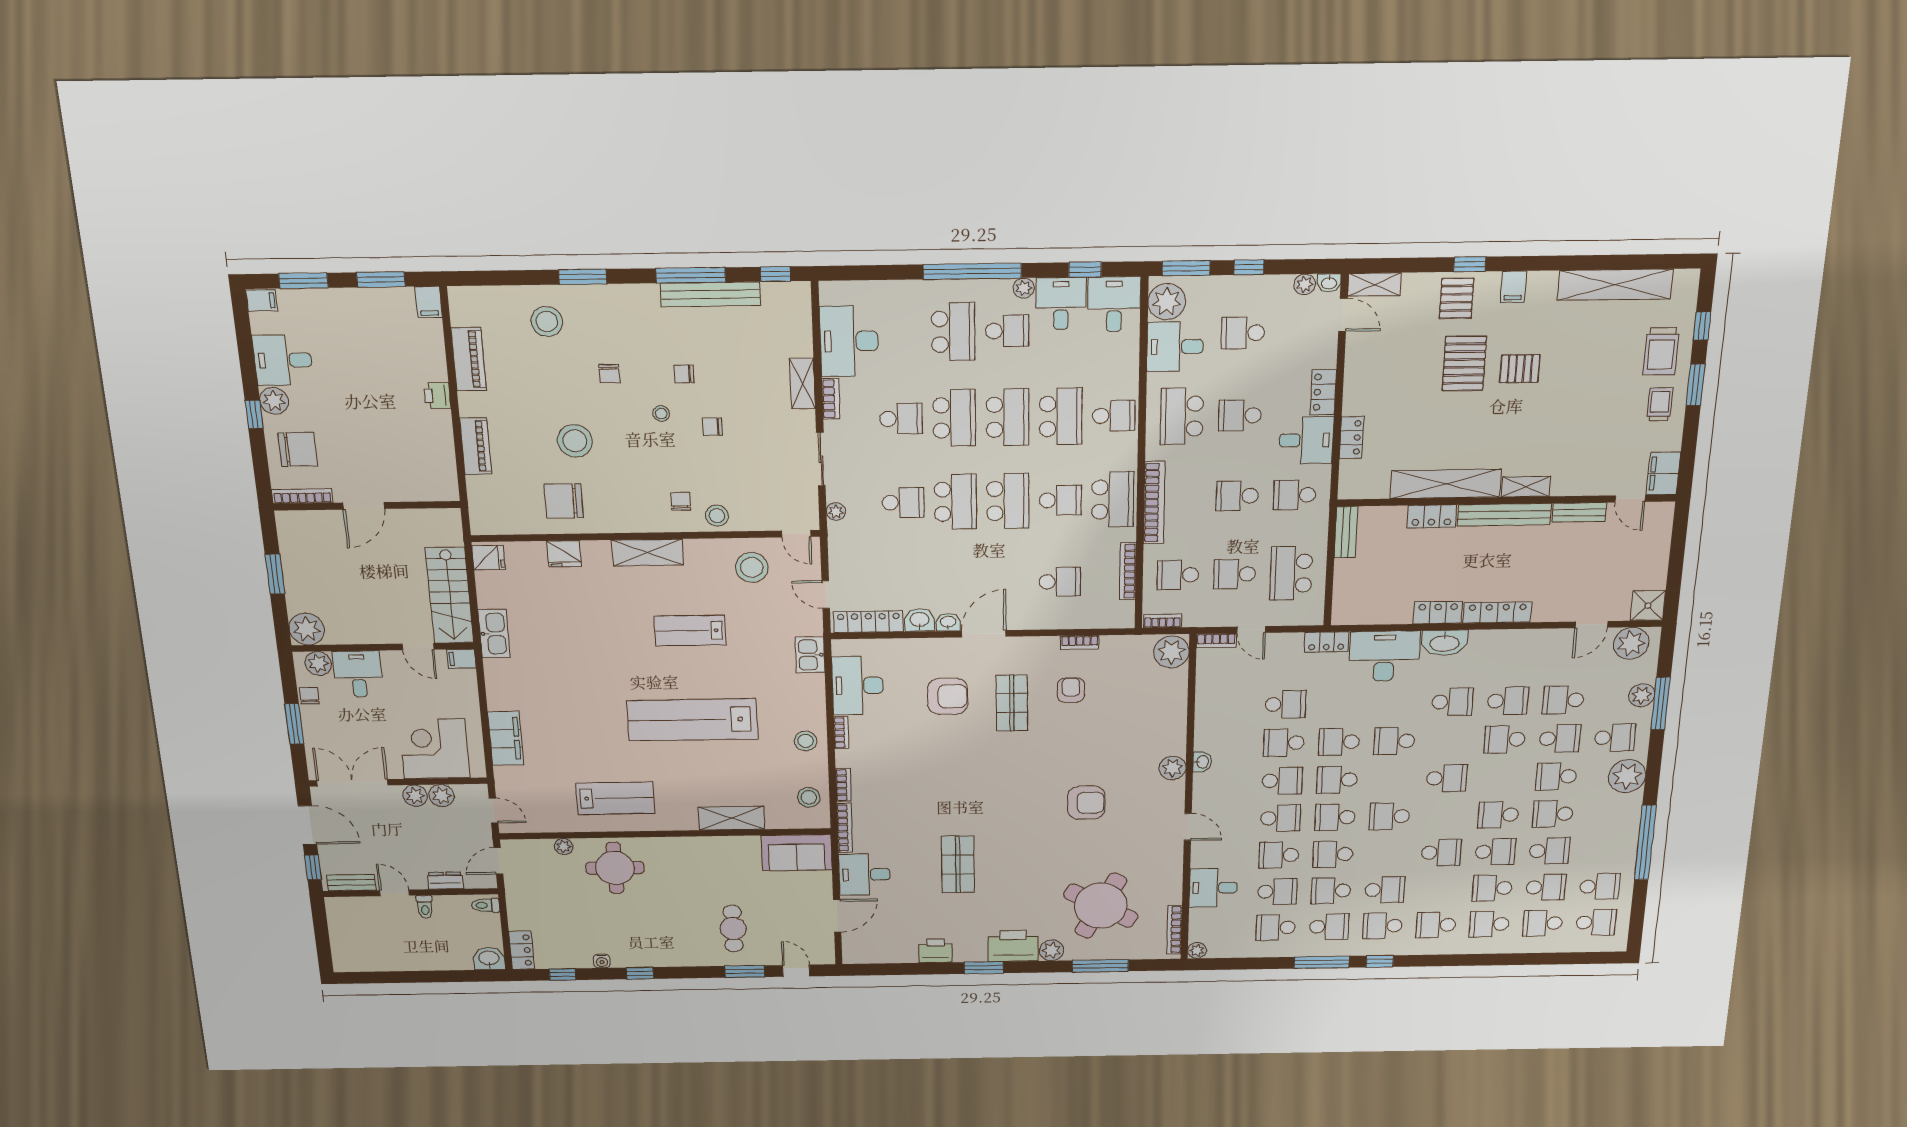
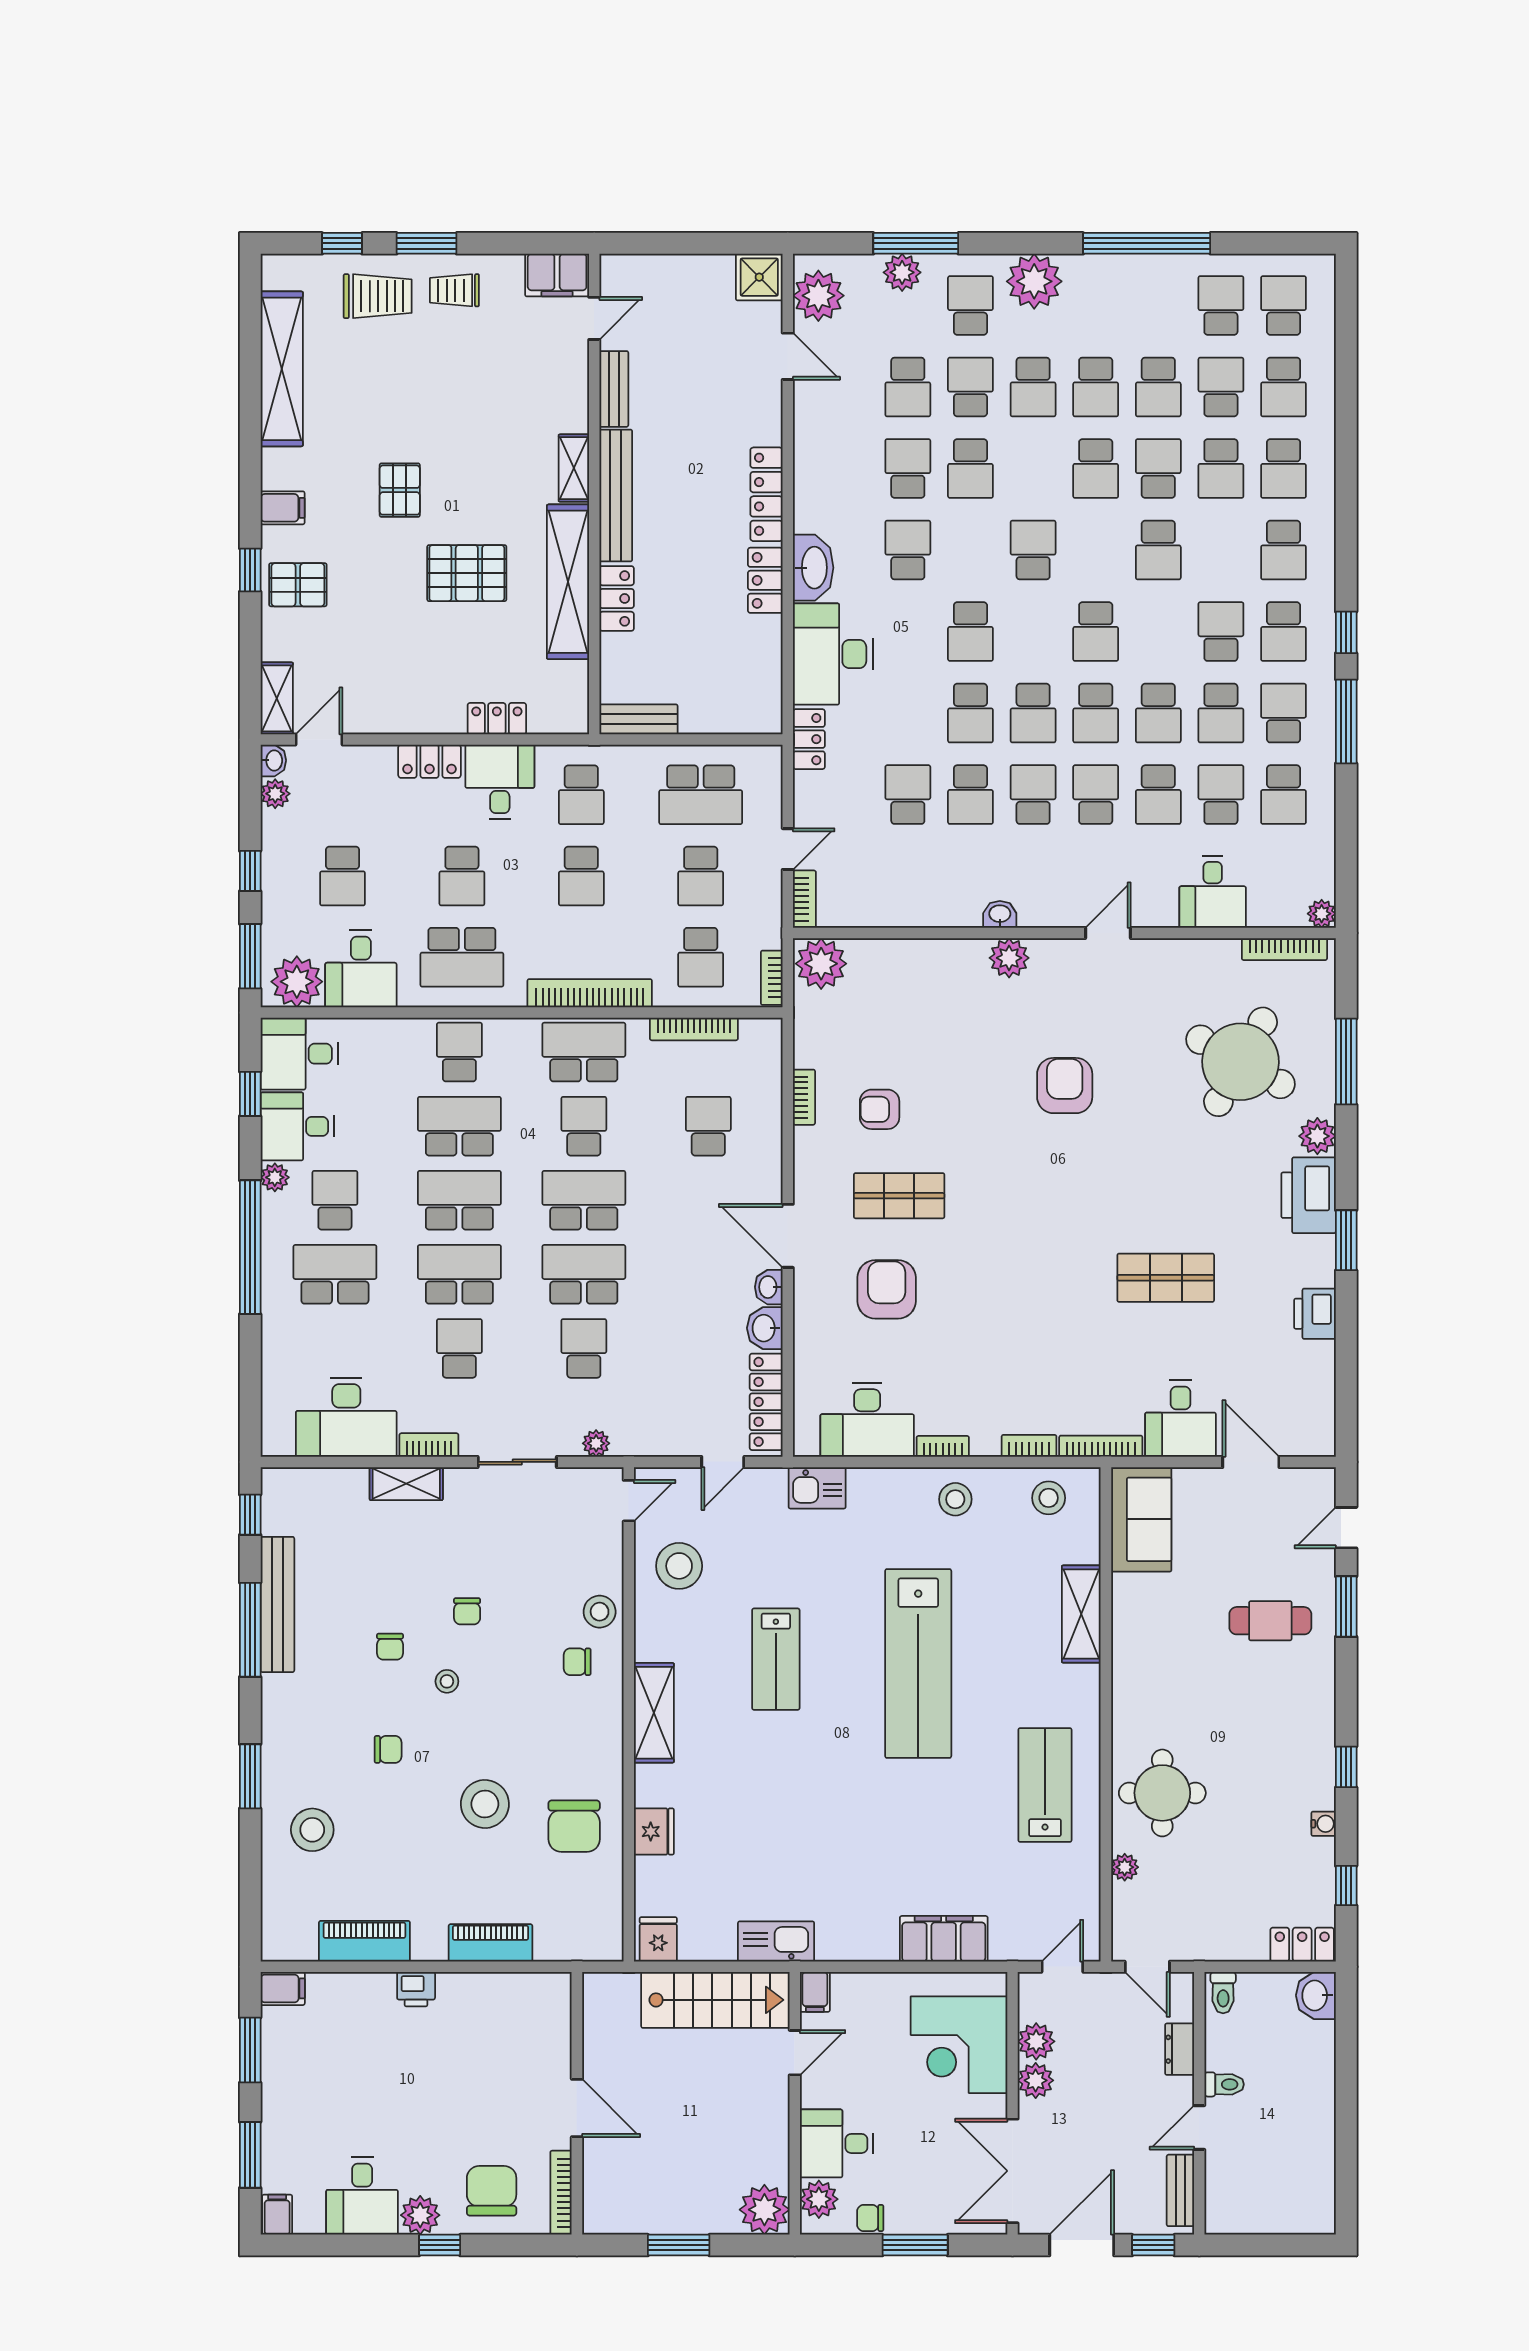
pallet: (1464, 363) -> (467, 573), moved
school desk: (1549, 851) -> (1158, 387), turned 180
school desk: (1441, 853) -> (1158, 550), turned 180

